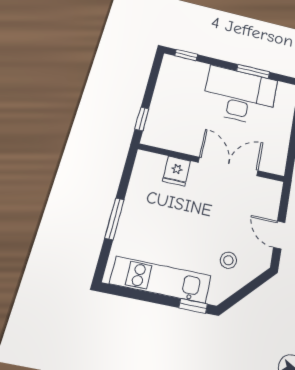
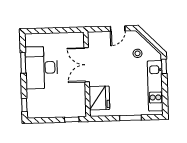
fridge: (177, 171) -> (99, 98), width x1.88, depth x1.34

